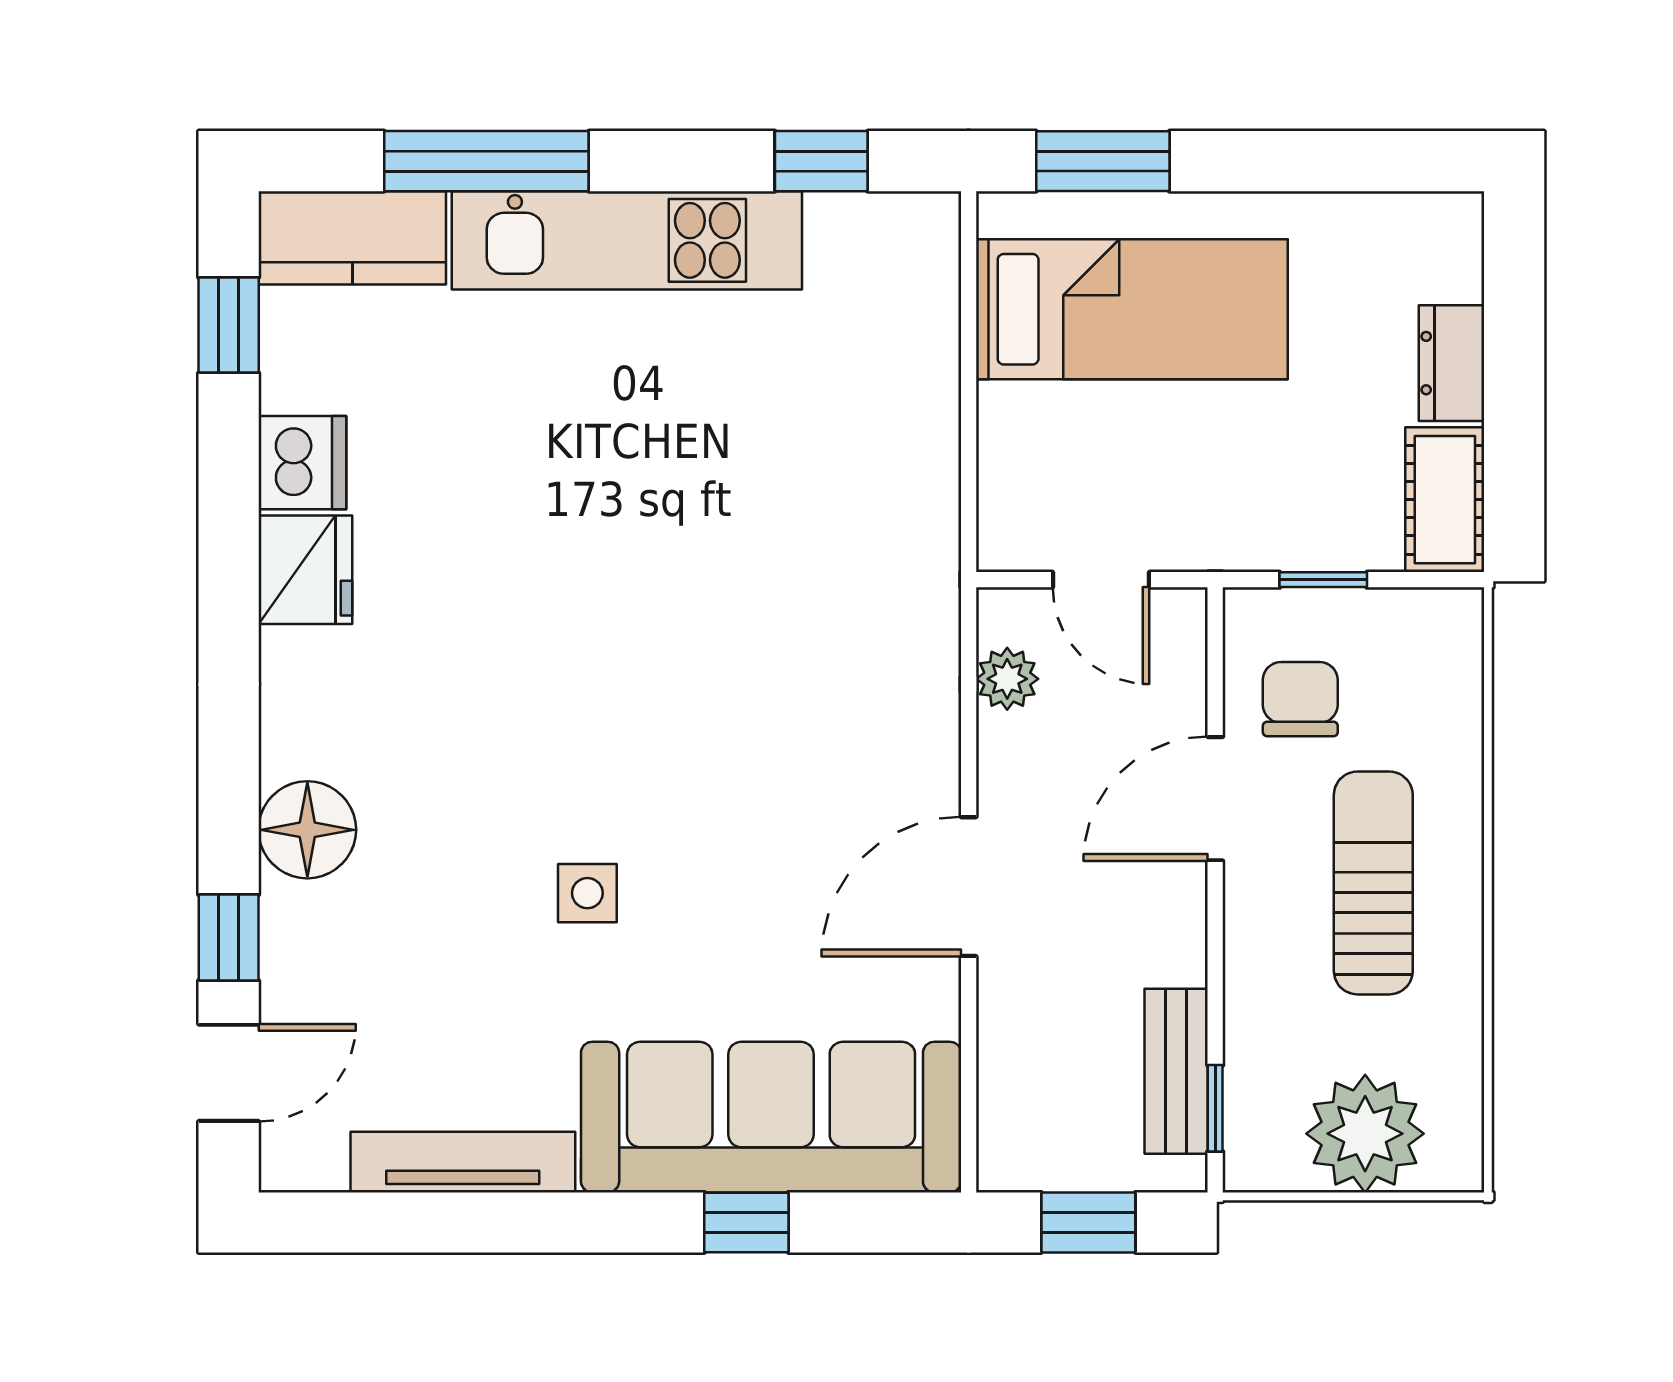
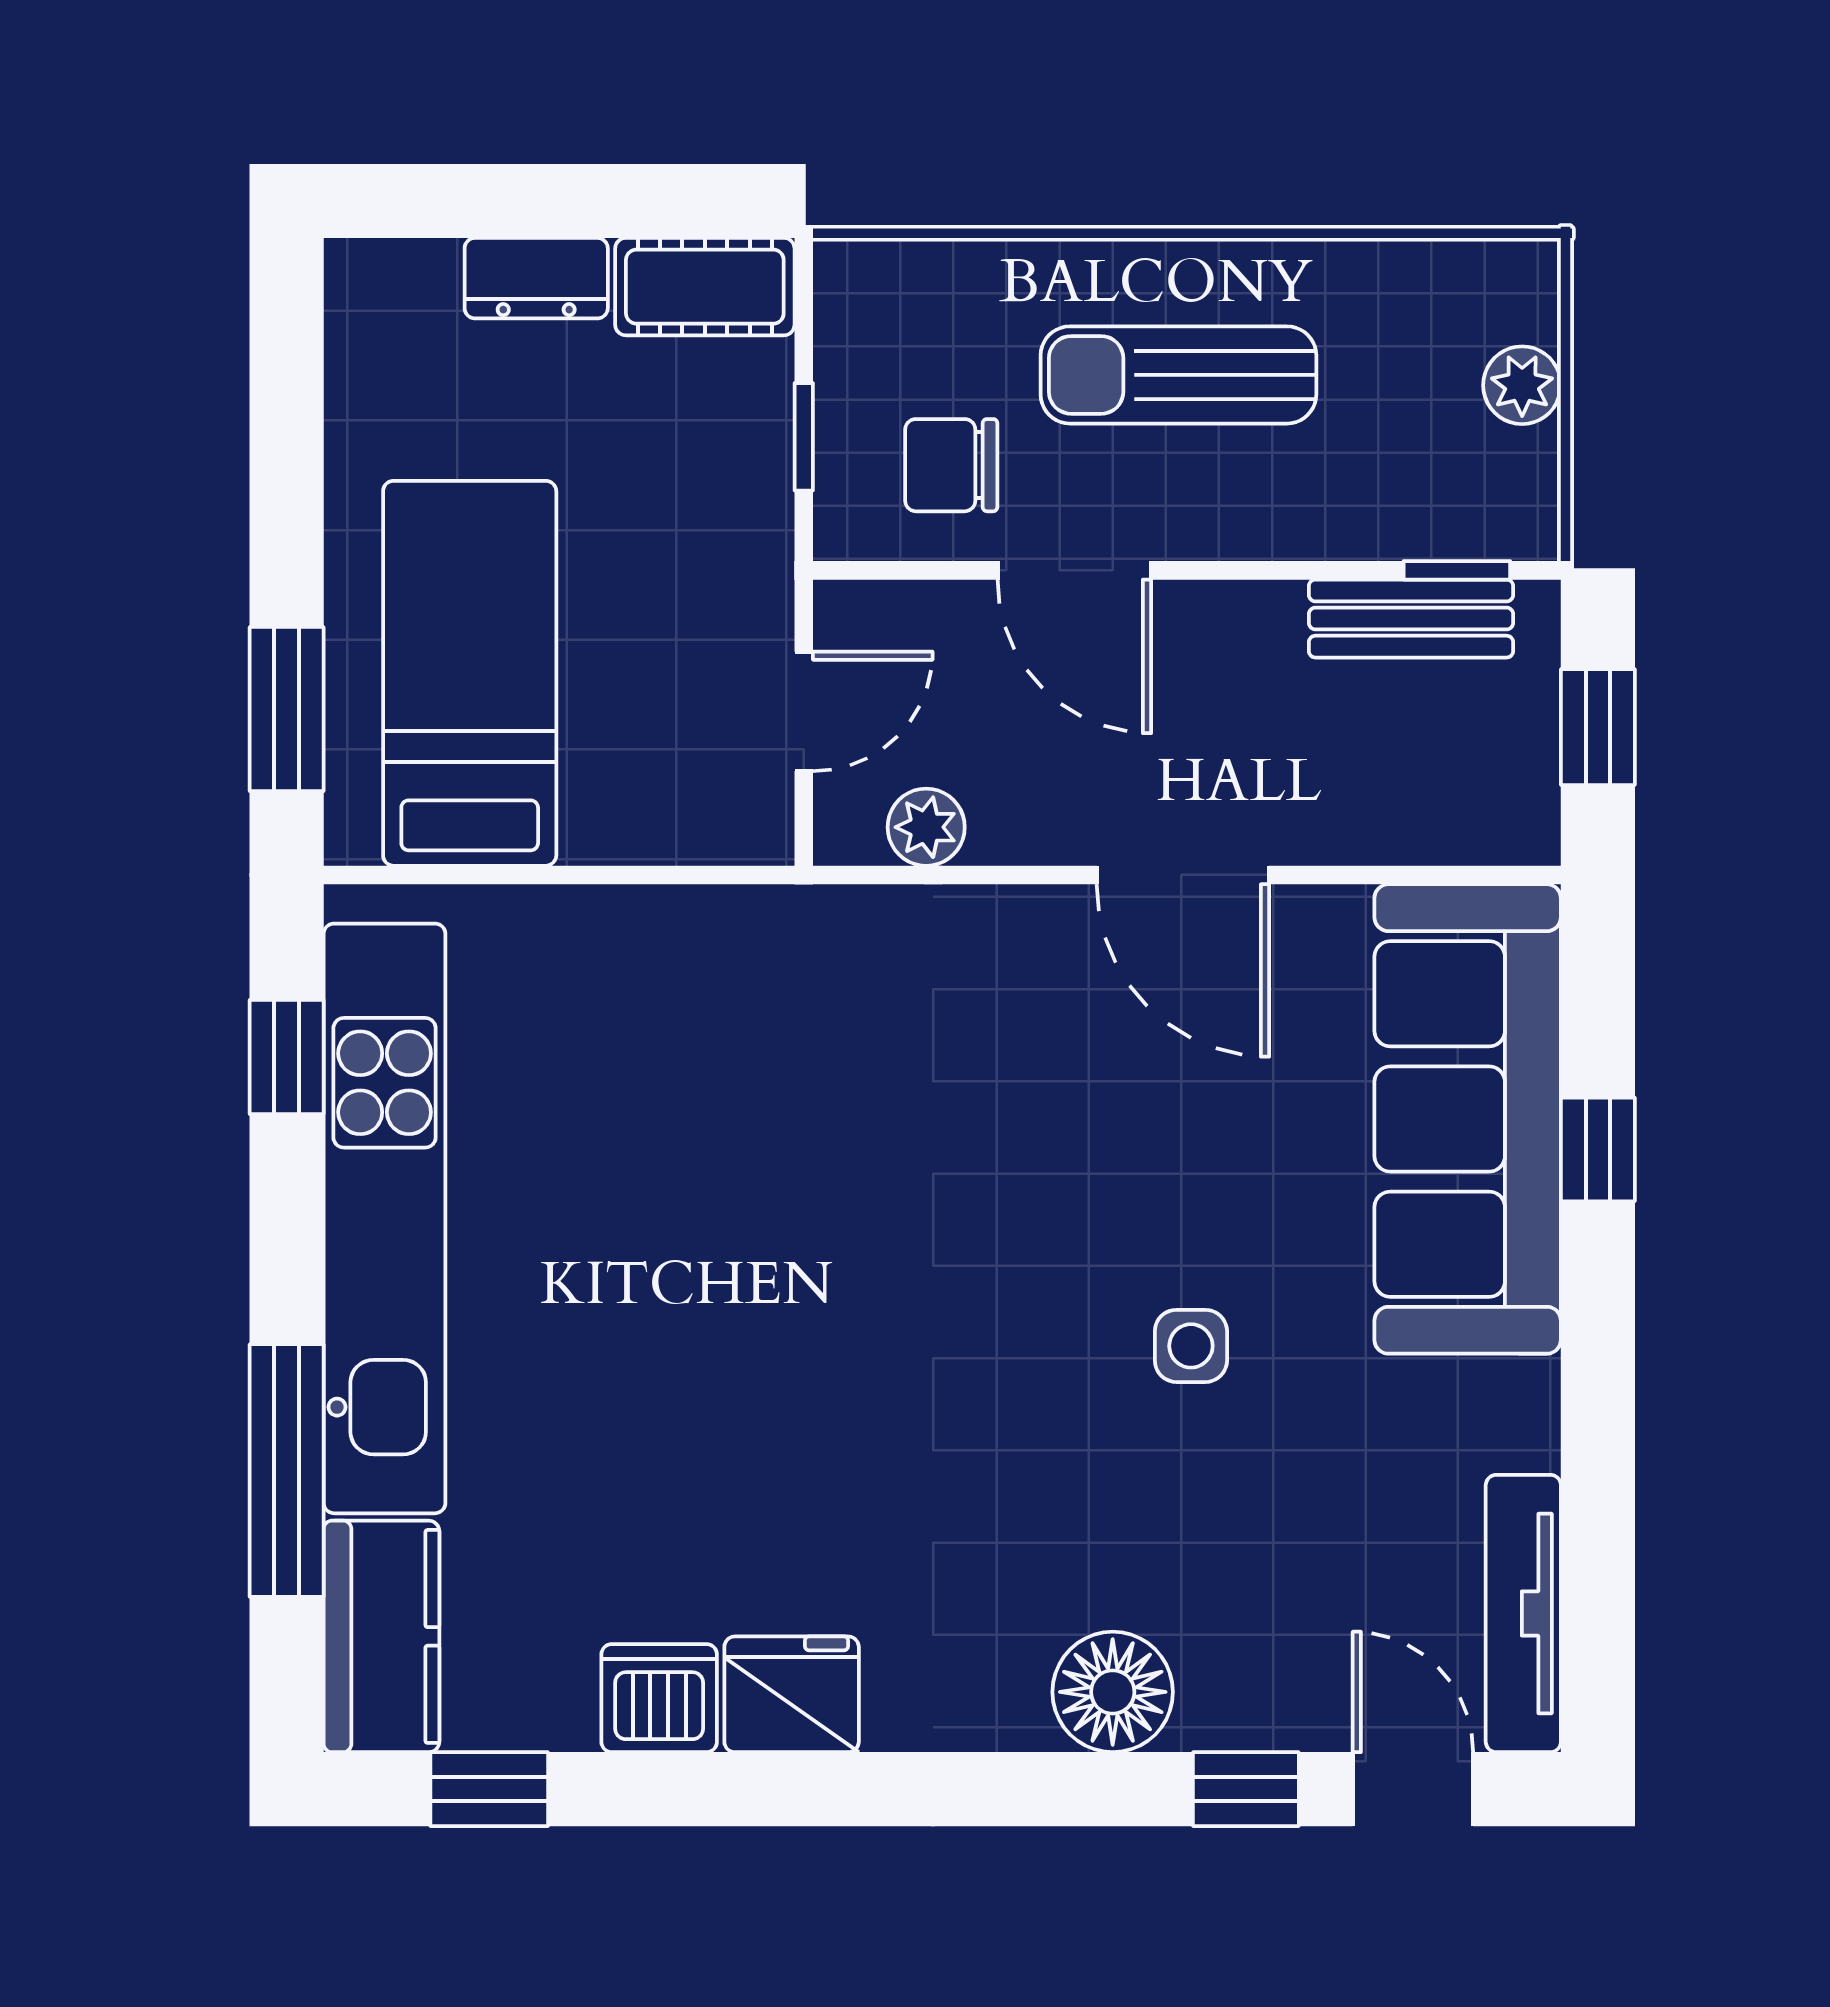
kitchen unit: (627, 240) -> (385, 1218), width x1.36
plant: (1365, 1134) -> (1522, 385), width x0.53, depth x0.53
tv unit: (463, 1162) -> (1523, 1613), moved

